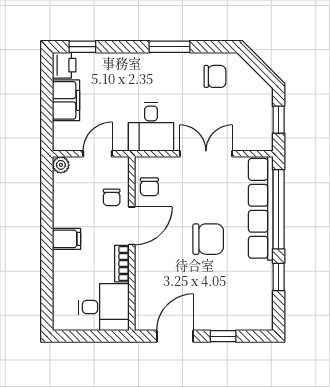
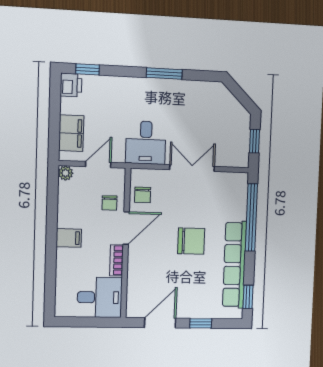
chair: (215, 76) -> (202, 102), removed
filing cabinet: (66, 100) -> (71, 133), moved
row of seats: (261, 208) -> (235, 265), moved
window: (279, 277) -> (248, 297), moved

